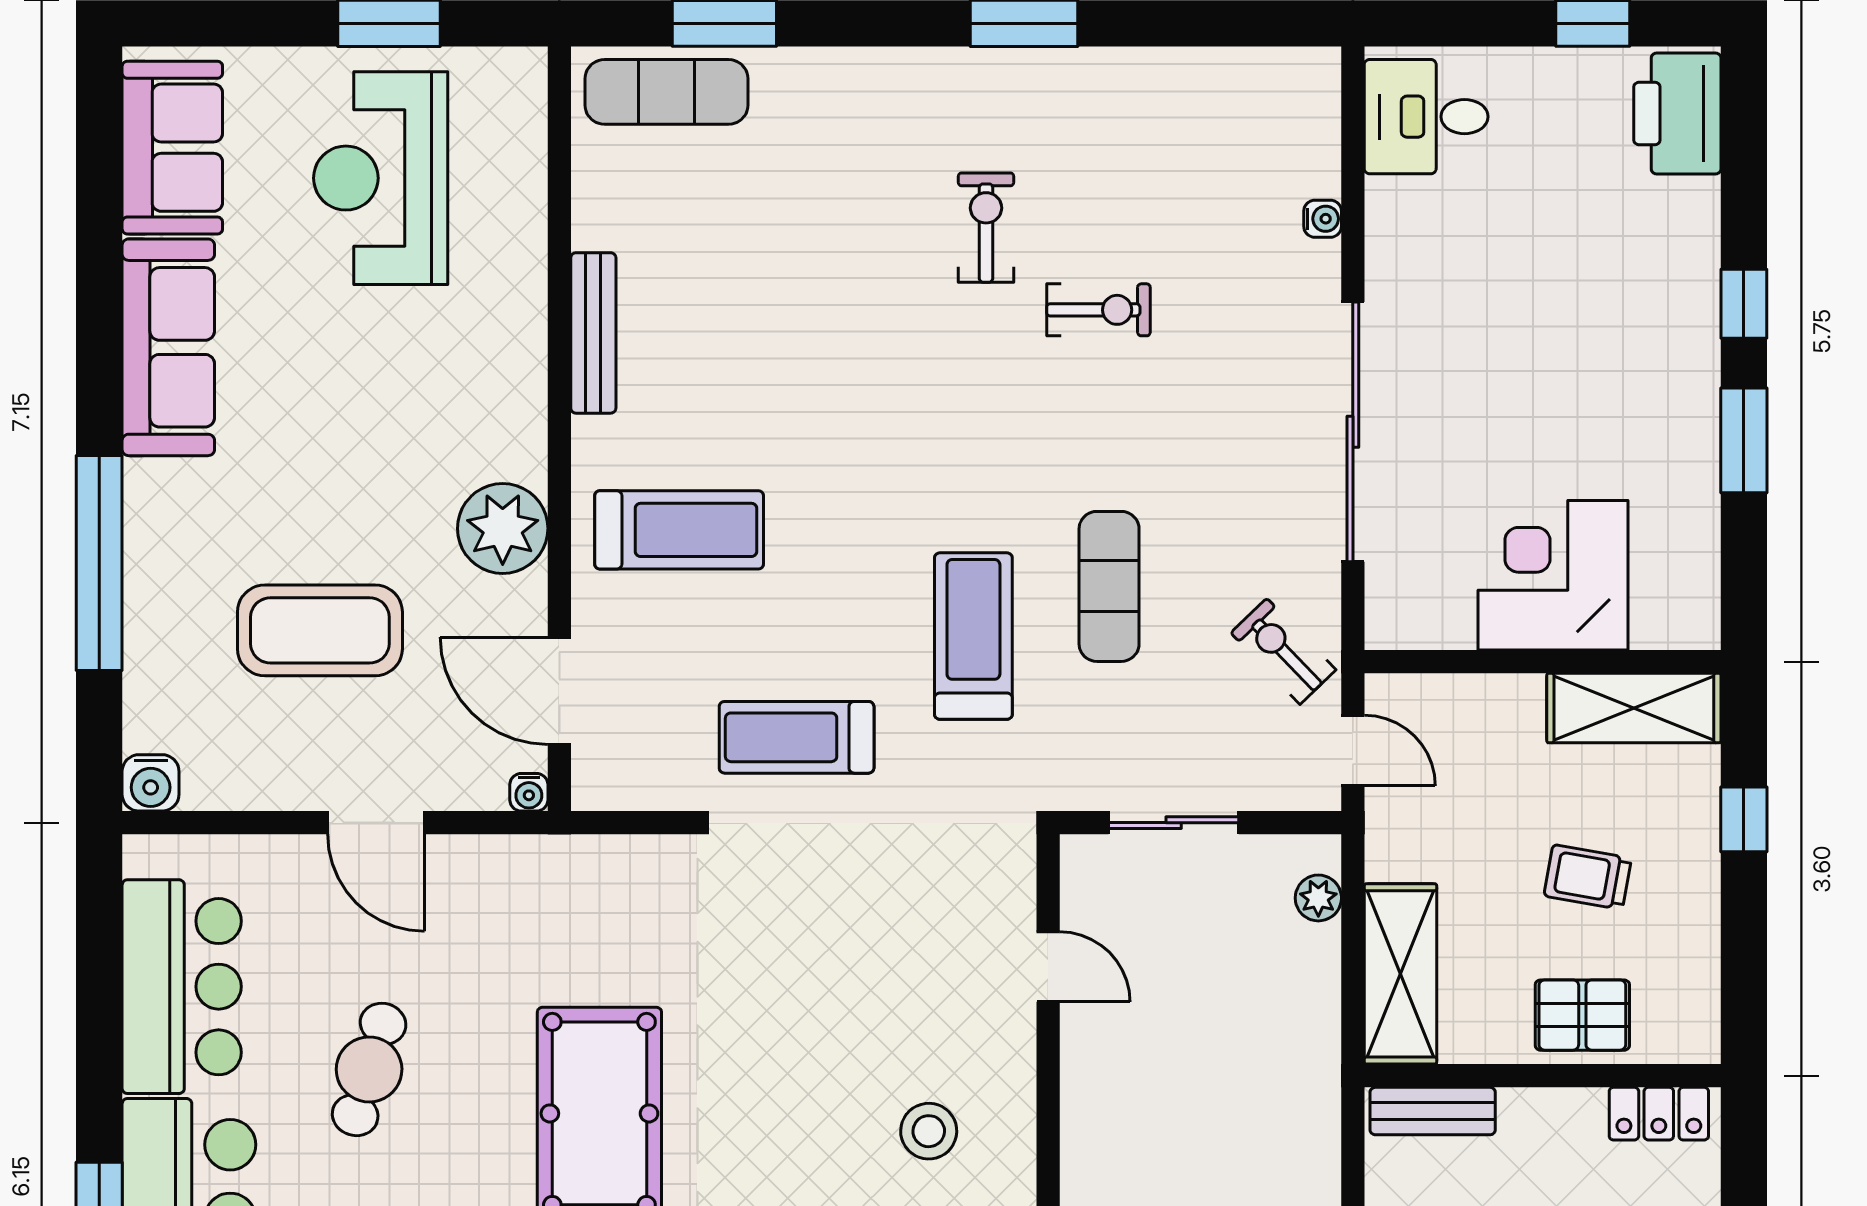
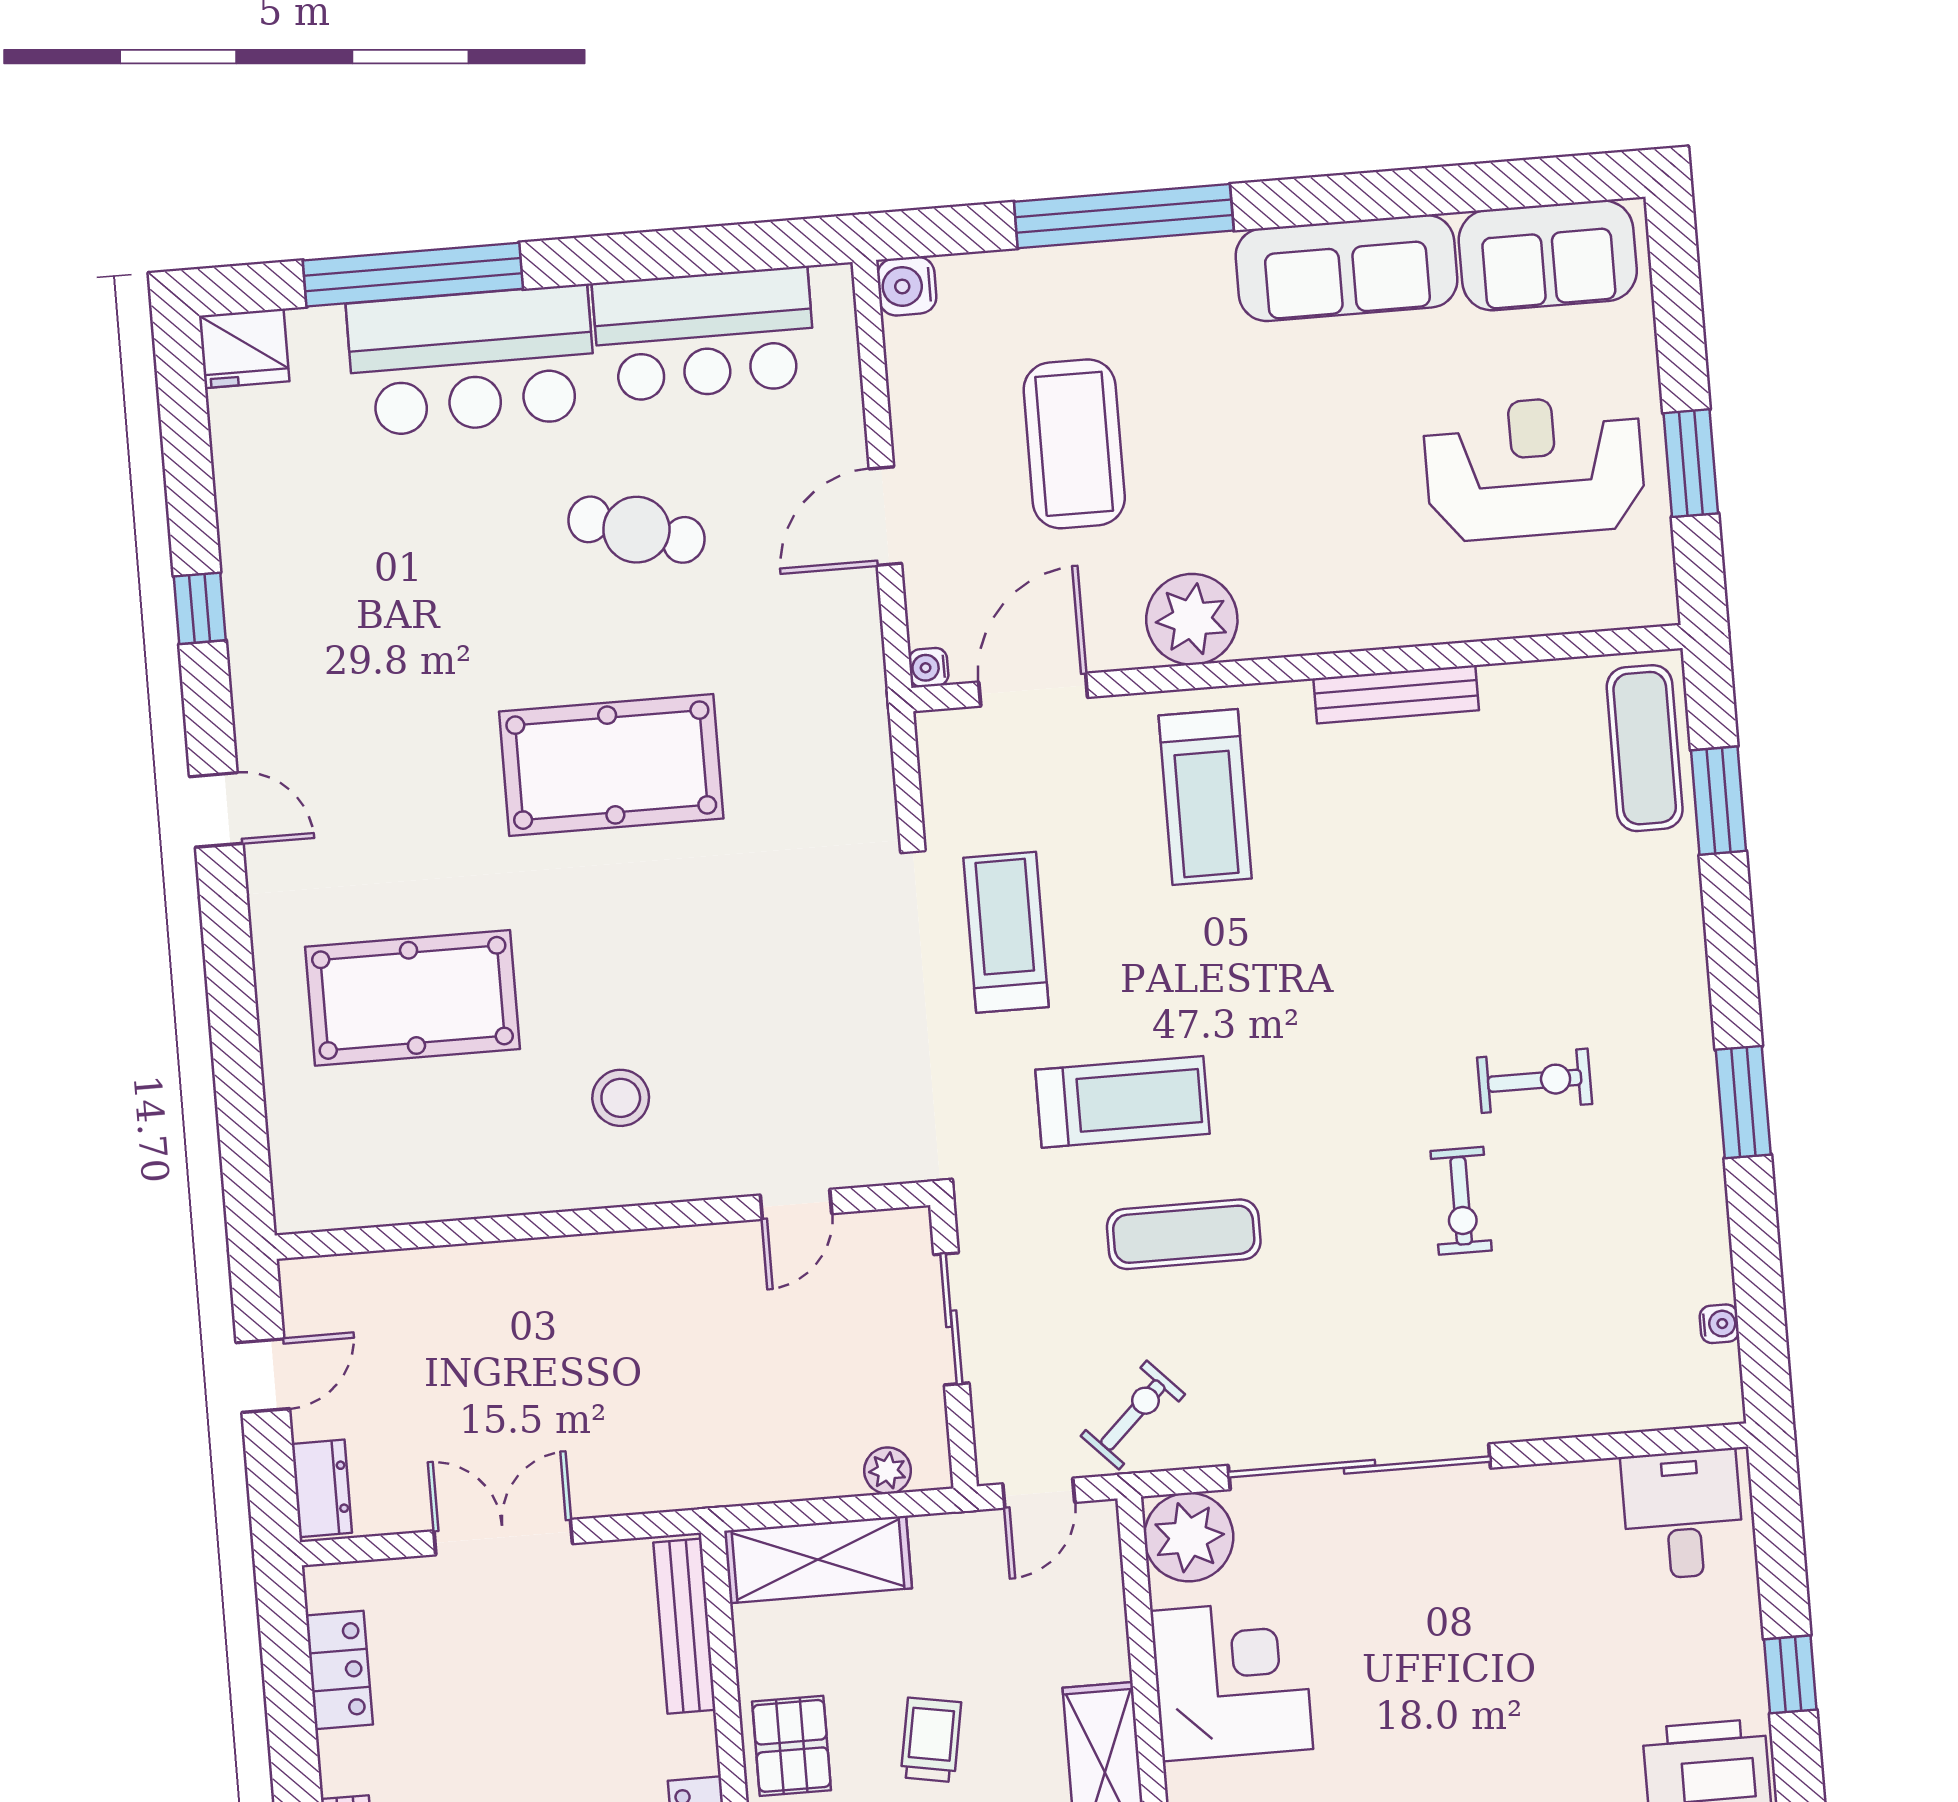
water cooler: (1323, 219) -> (1719, 1324), moved, turned -90
plant: (1408, 606) -> (1189, 1537), added
bench: (1433, 1111) -> (684, 1626), width x1.36

